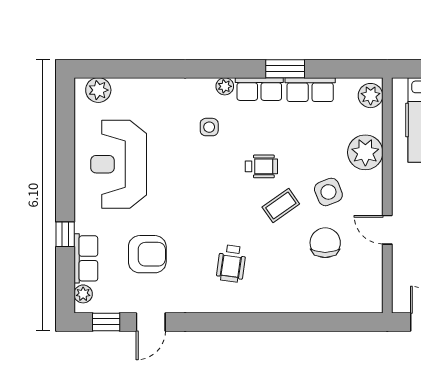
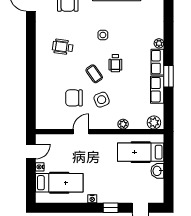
side table: (209, 127) -> (103, 35), moved
plant: (365, 152) -> (123, 124), width x0.53, depth x0.53
chair: (325, 243) -> (74, 98), turned 180

